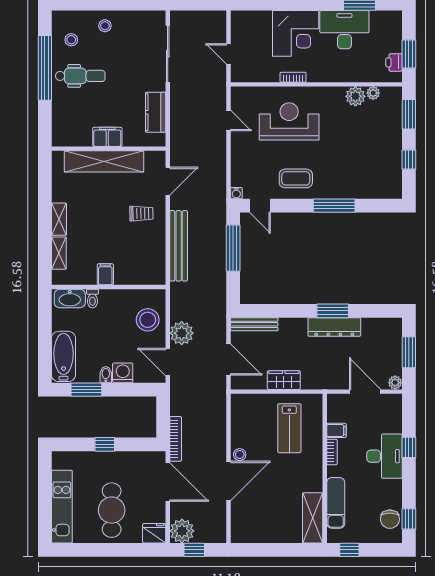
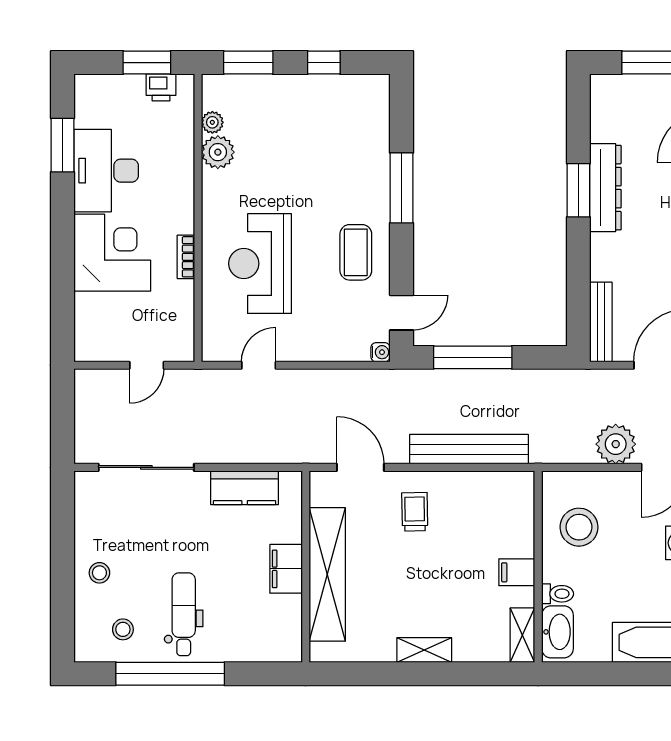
shelving: (59, 253) -> (522, 635), moved, turned 90
stool: (148, 320) -> (579, 527), moved

